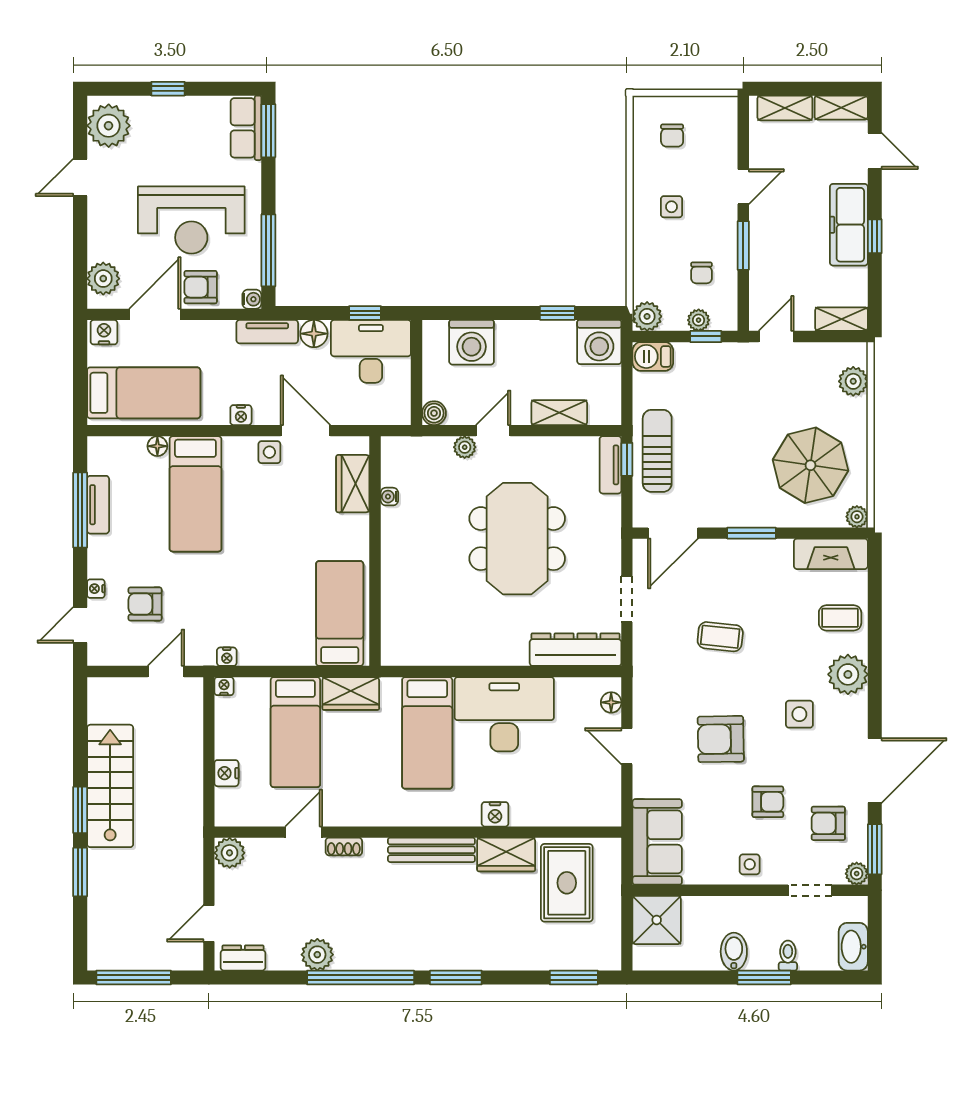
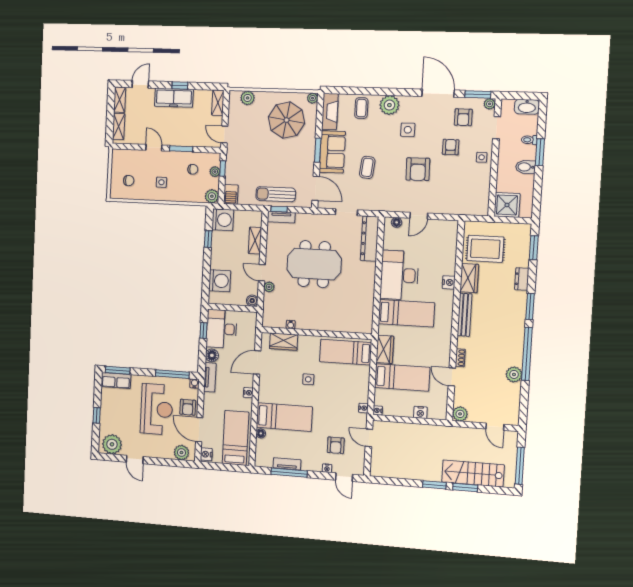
side table: (269, 452) -> (308, 379), moved
stairs: (110, 786) -> (473, 473), moved
sofa: (657, 842) -> (332, 152), moved, turned 90
dresser: (243, 958) -> (522, 279), moved

